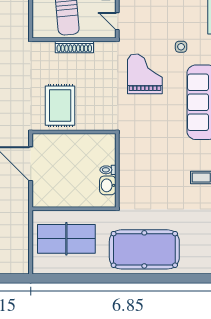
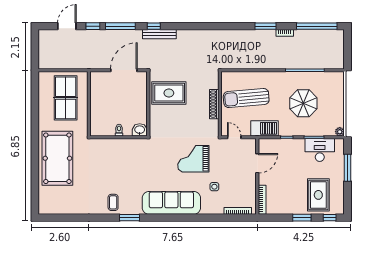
door: (117, 21) -> (234, 137), hinge flipped
grand piano: (145, 74) -> (193, 159), turned 180
washbasin: (108, 185) -> (140, 130), moved

